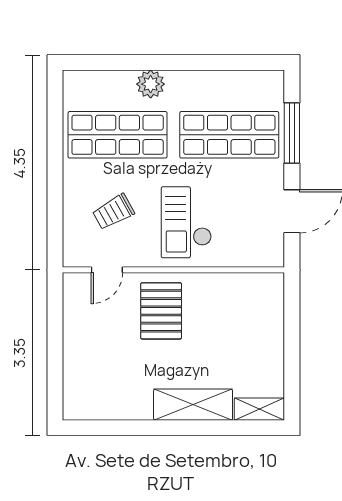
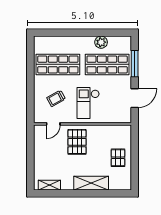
plant: (151, 84) -> (101, 42), moved
pallet: (254, 347) -> (118, 158), added
shelving: (259, 409) -> (49, 185), moved

